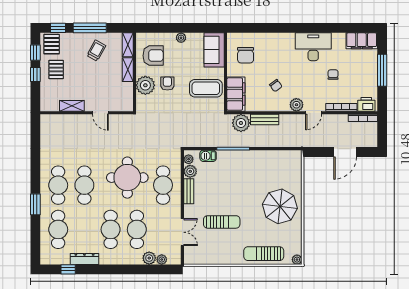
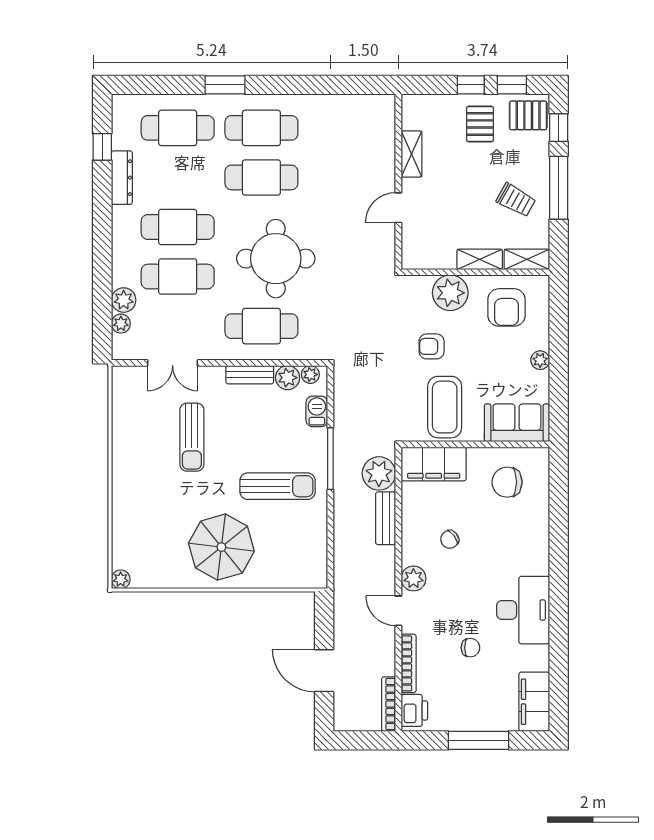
pallet: (56, 70) -> (480, 124), turned 90
armchair: (167, 84) -> (432, 346), moved, turned 180
sun lounger: (264, 254) -> (278, 486), moved, turned 90

